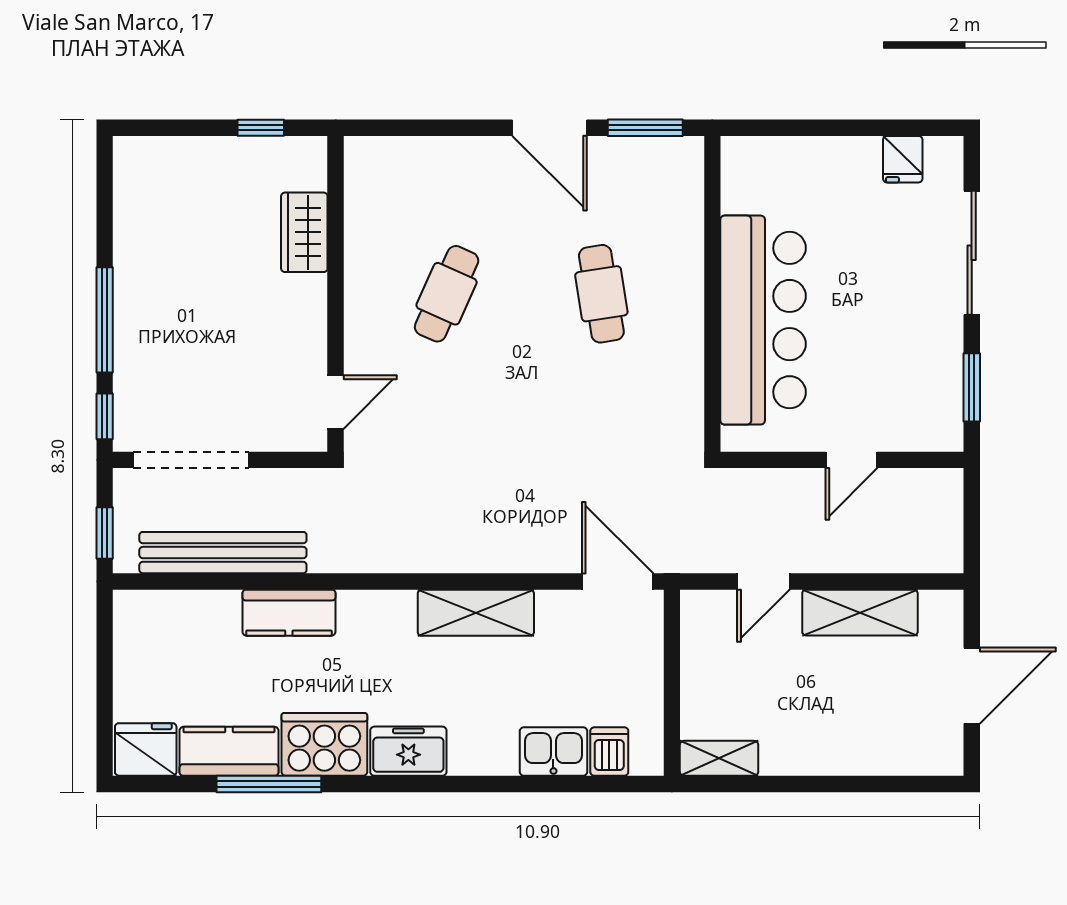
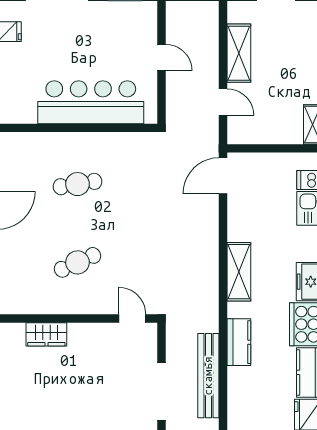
cafe table: (447, 294) -> (77, 262), turned -48
shelving: (476, 613) -> (239, 272), moved

